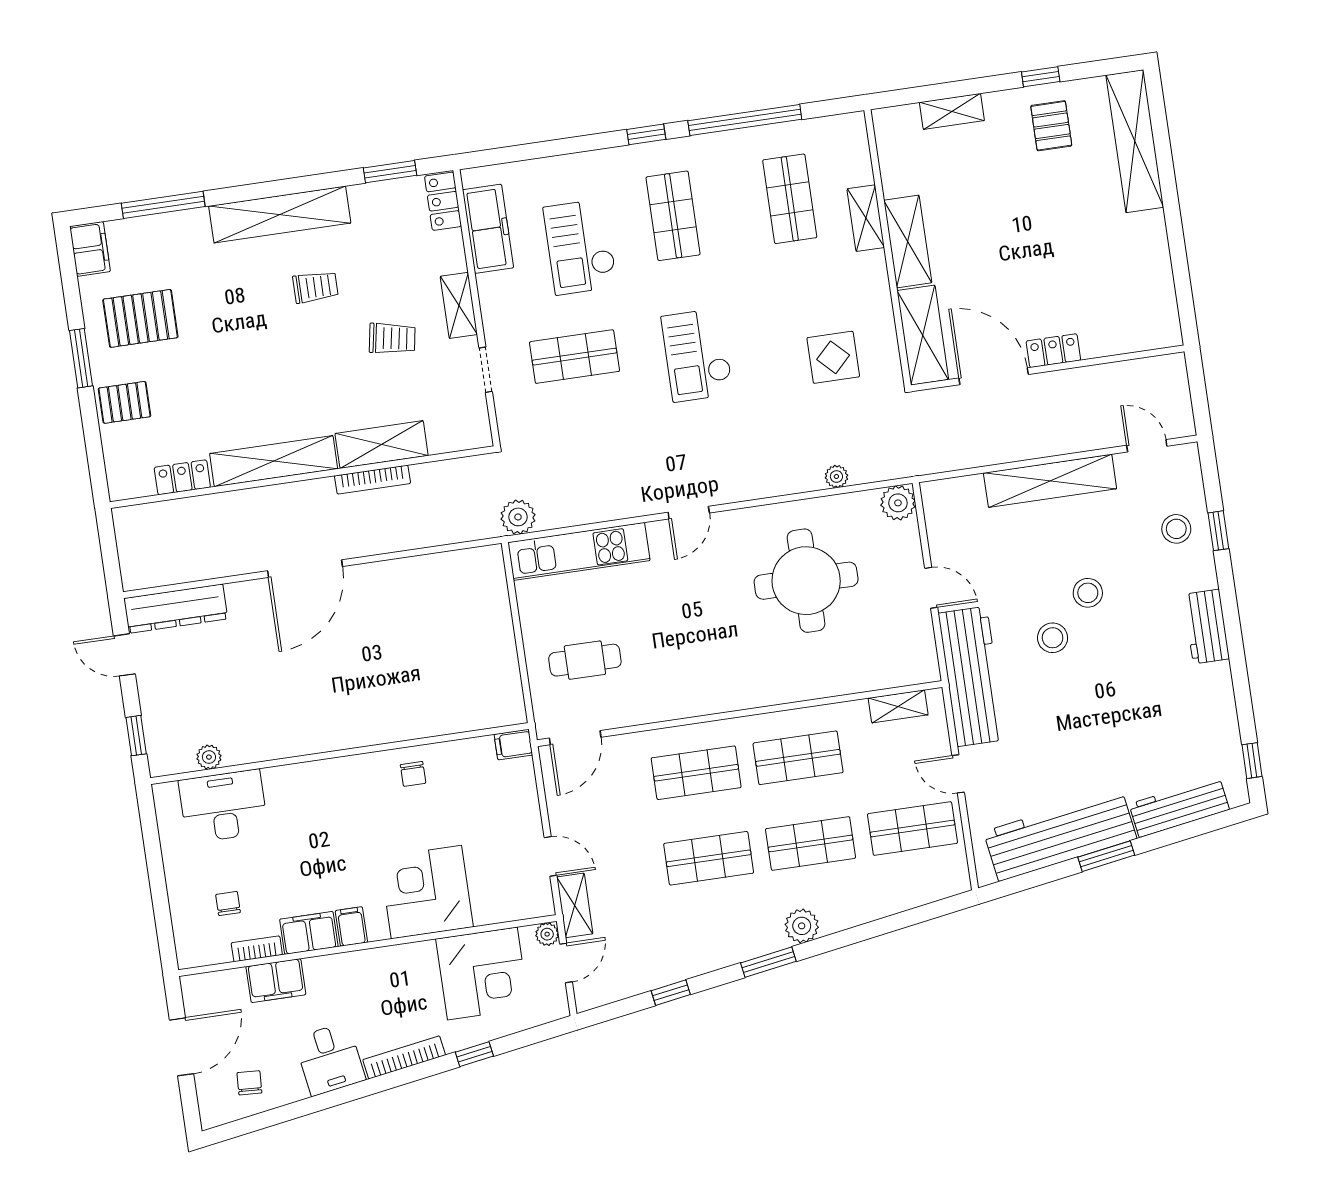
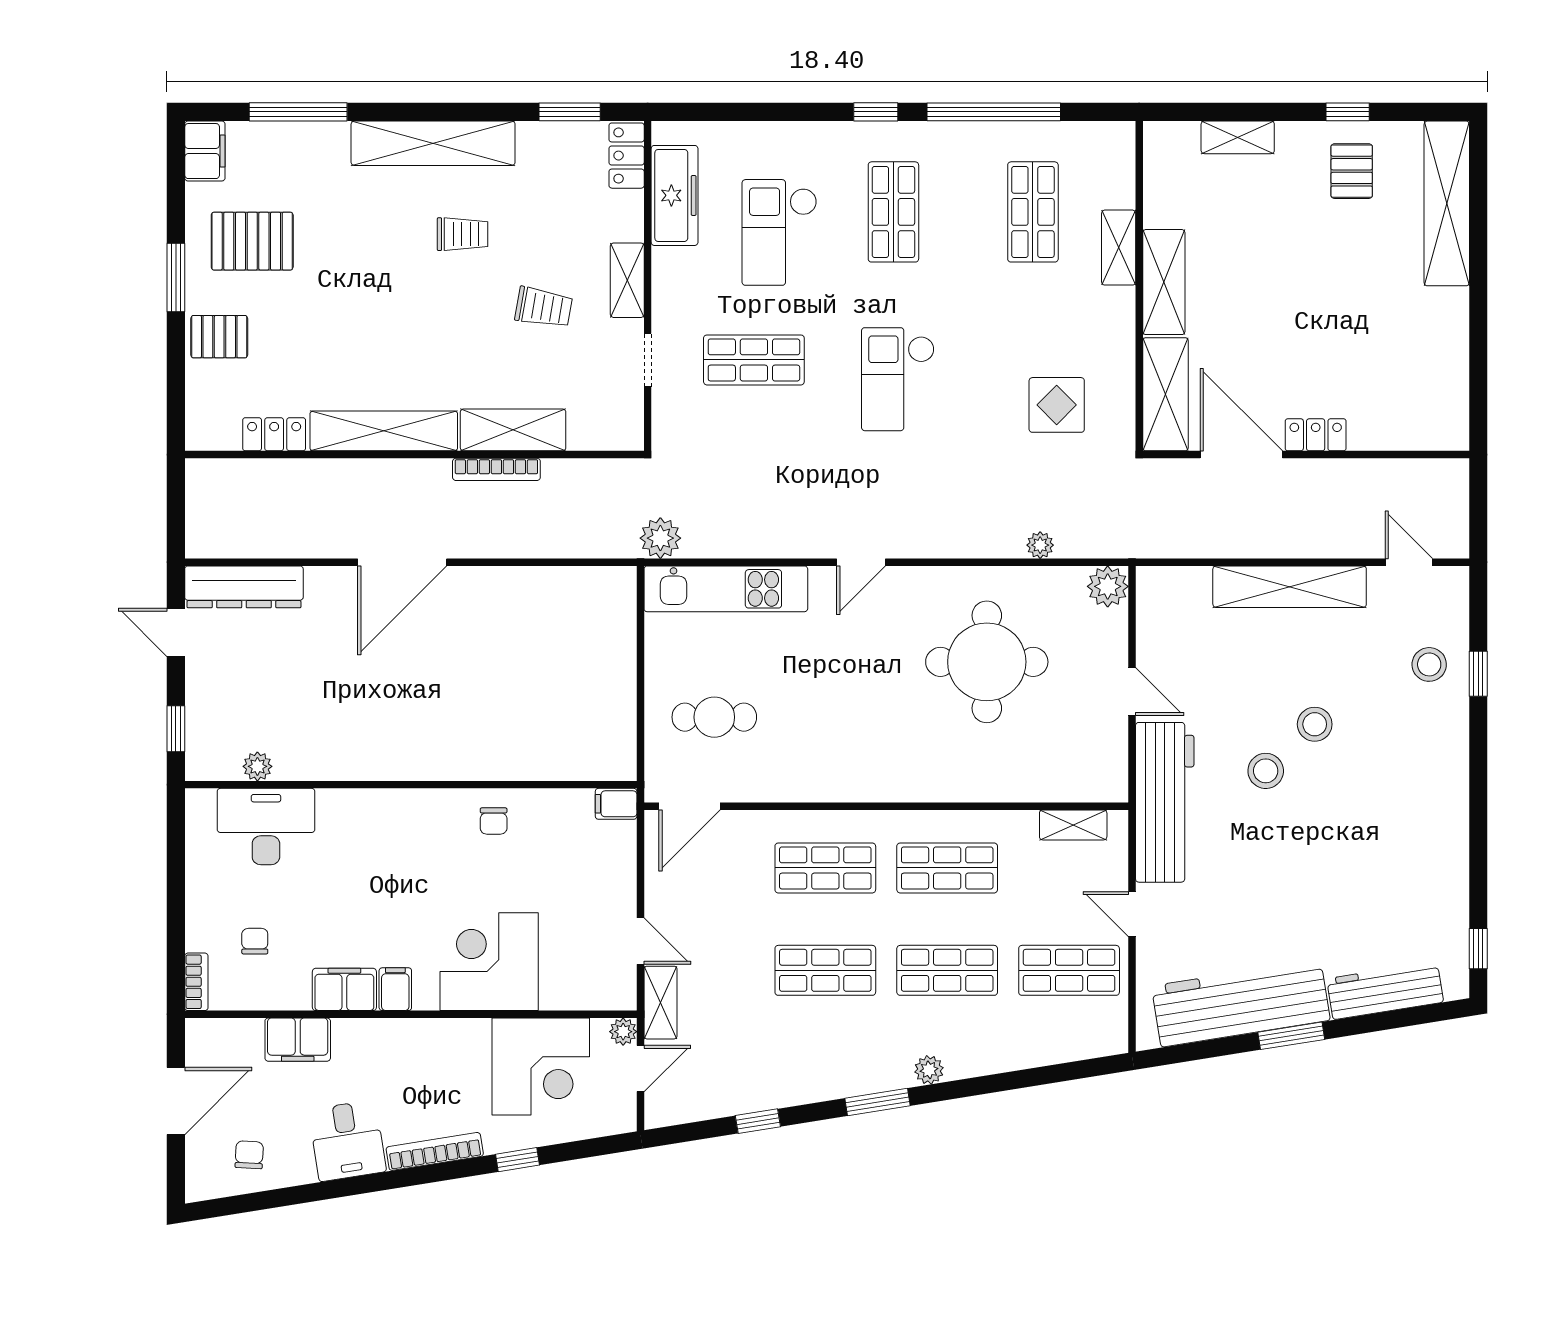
workbench: (1206, 627) -> (1448, 784), removed
plant: (802, 926) -> (929, 1070), width x0.73, depth x0.73
bookcase: (257, 949) -> (196, 982), moved, turned 90

